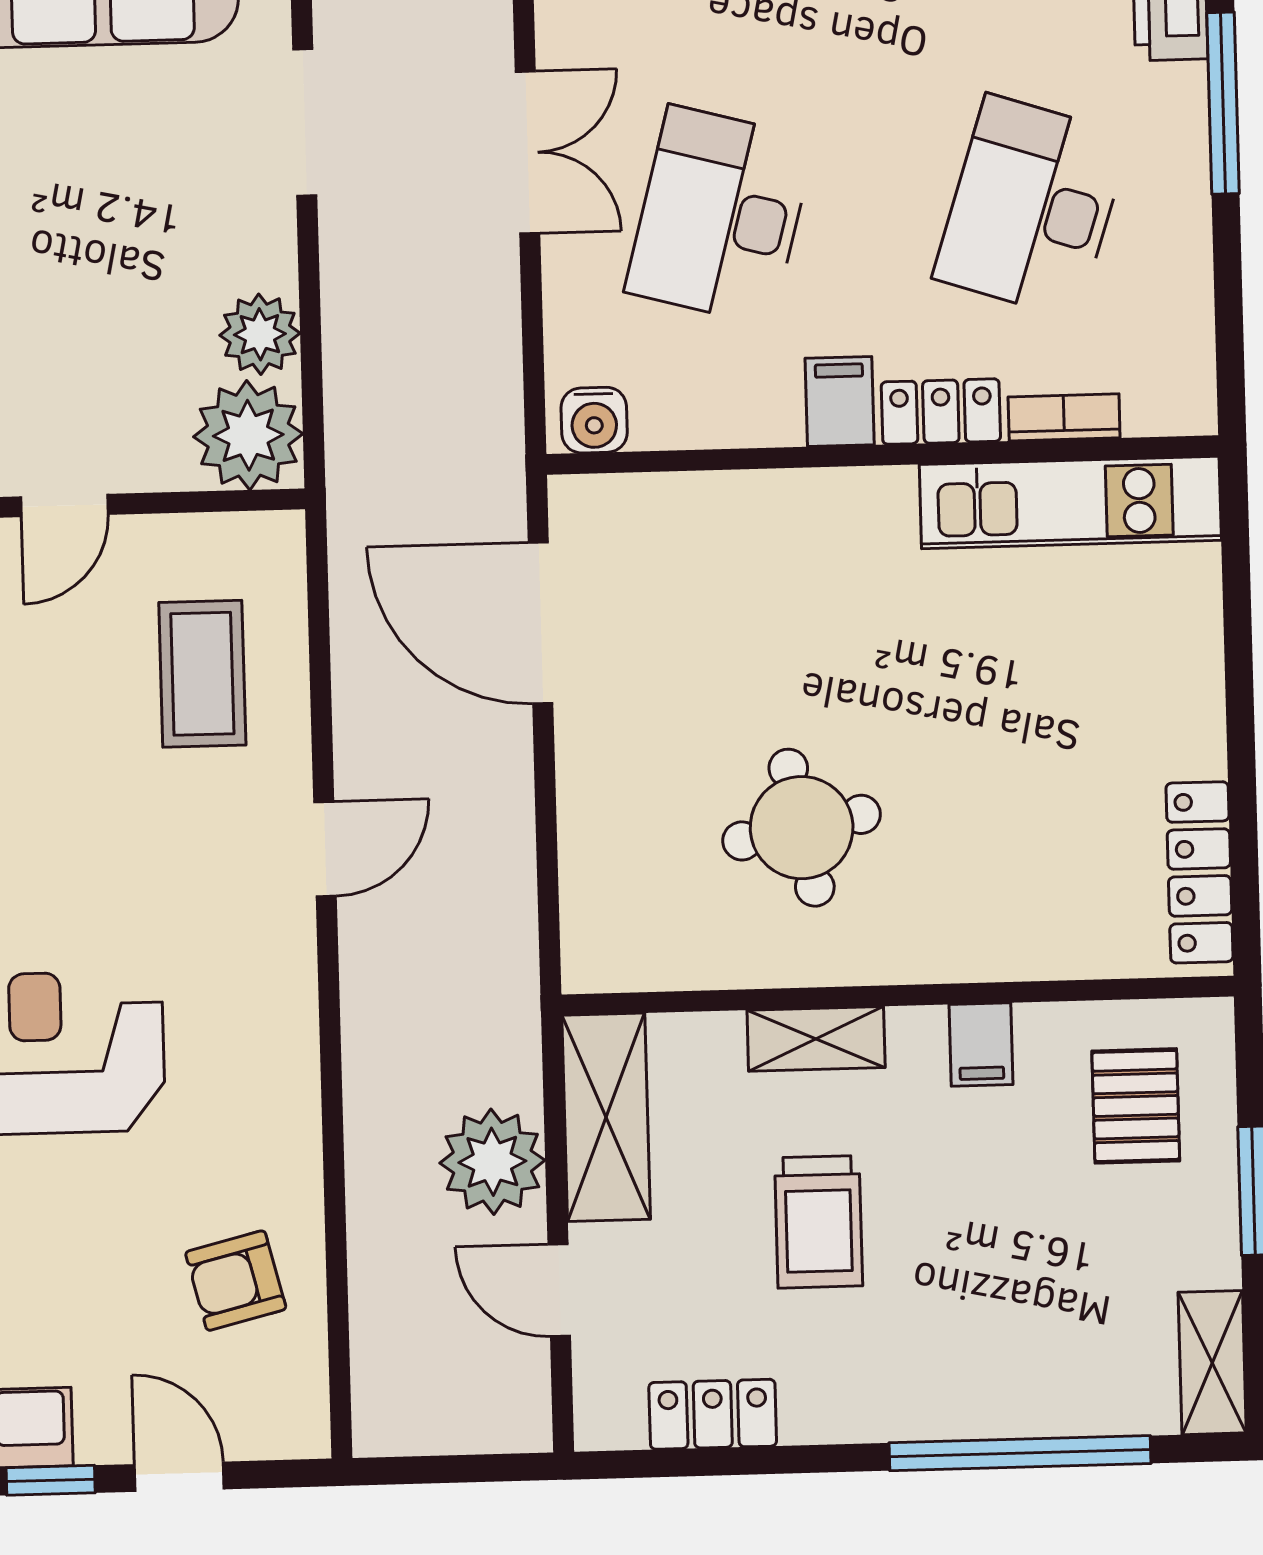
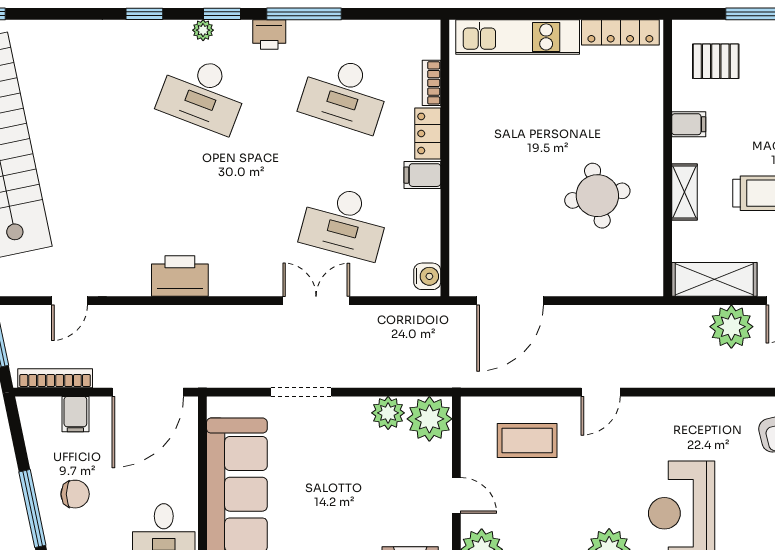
kitchen unit: (1070, 502) -> (518, 37), moved, turned 90
door: (325, 849) -> (601, 392), swing flipped

